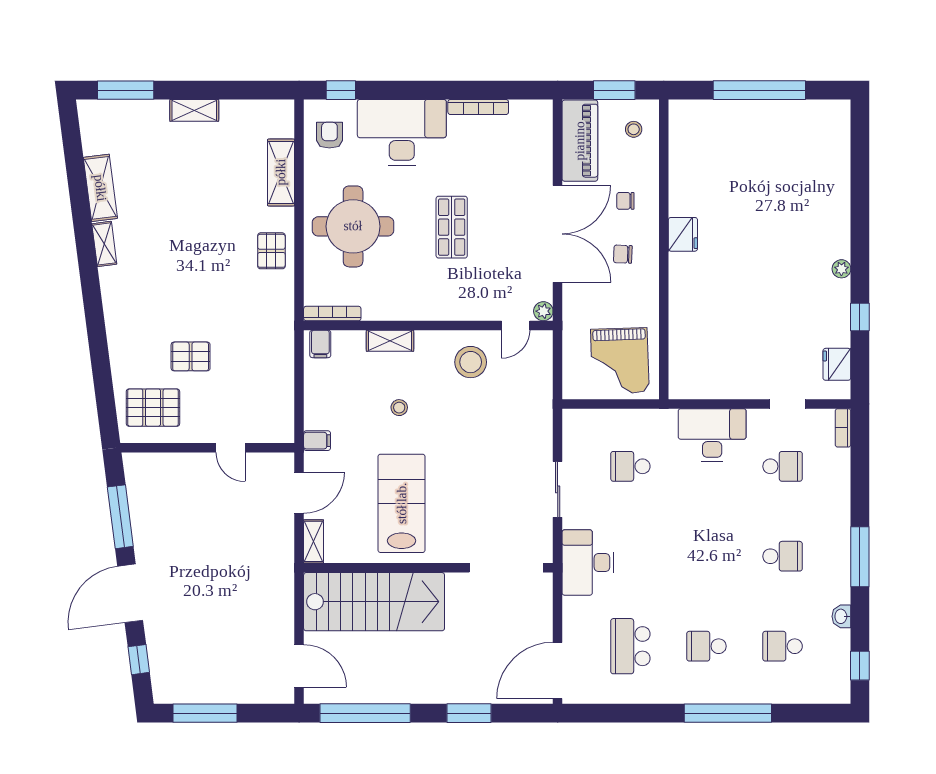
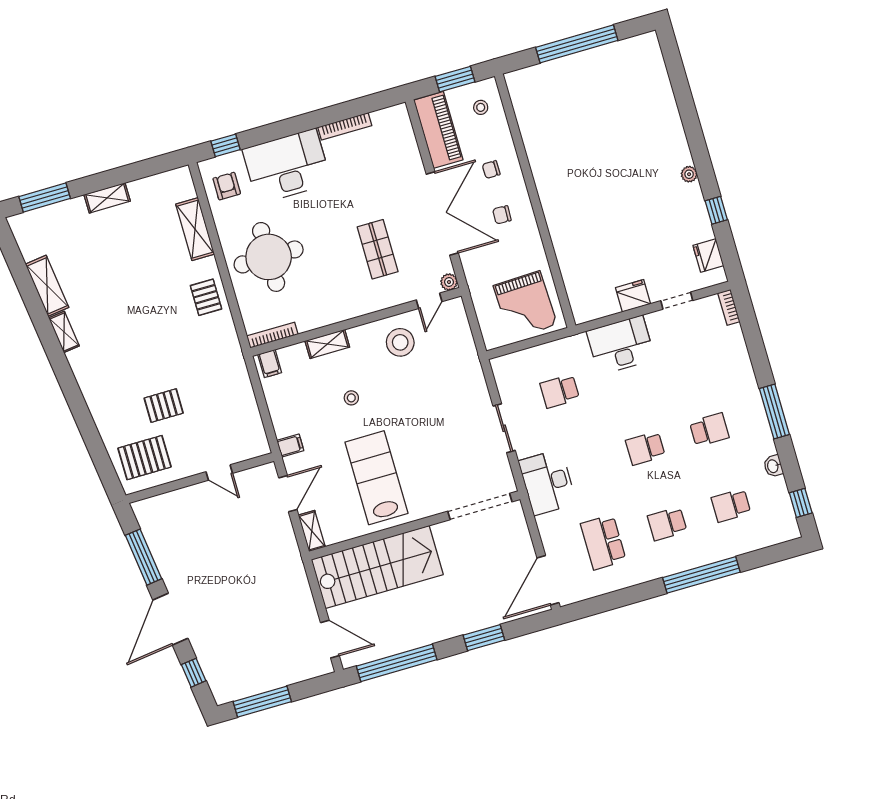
shop shelf: (452, 227) -> (378, 249), moved
fridge: (683, 234) -> (633, 296), moved, turned -90
school desk: (783, 466) -> (645, 448), moved, turned 180

